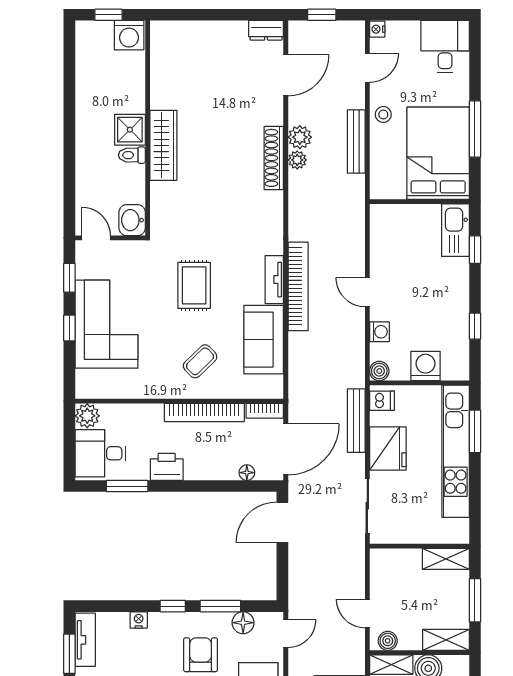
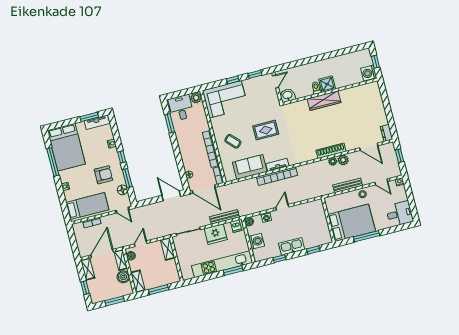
kitchen sink: (455, 230) -> (292, 246), moved
corner sofa: (107, 324) -> (225, 99), moved
printer: (167, 467) -> (183, 139), removed
shelving: (446, 559) -> (168, 249), moved

